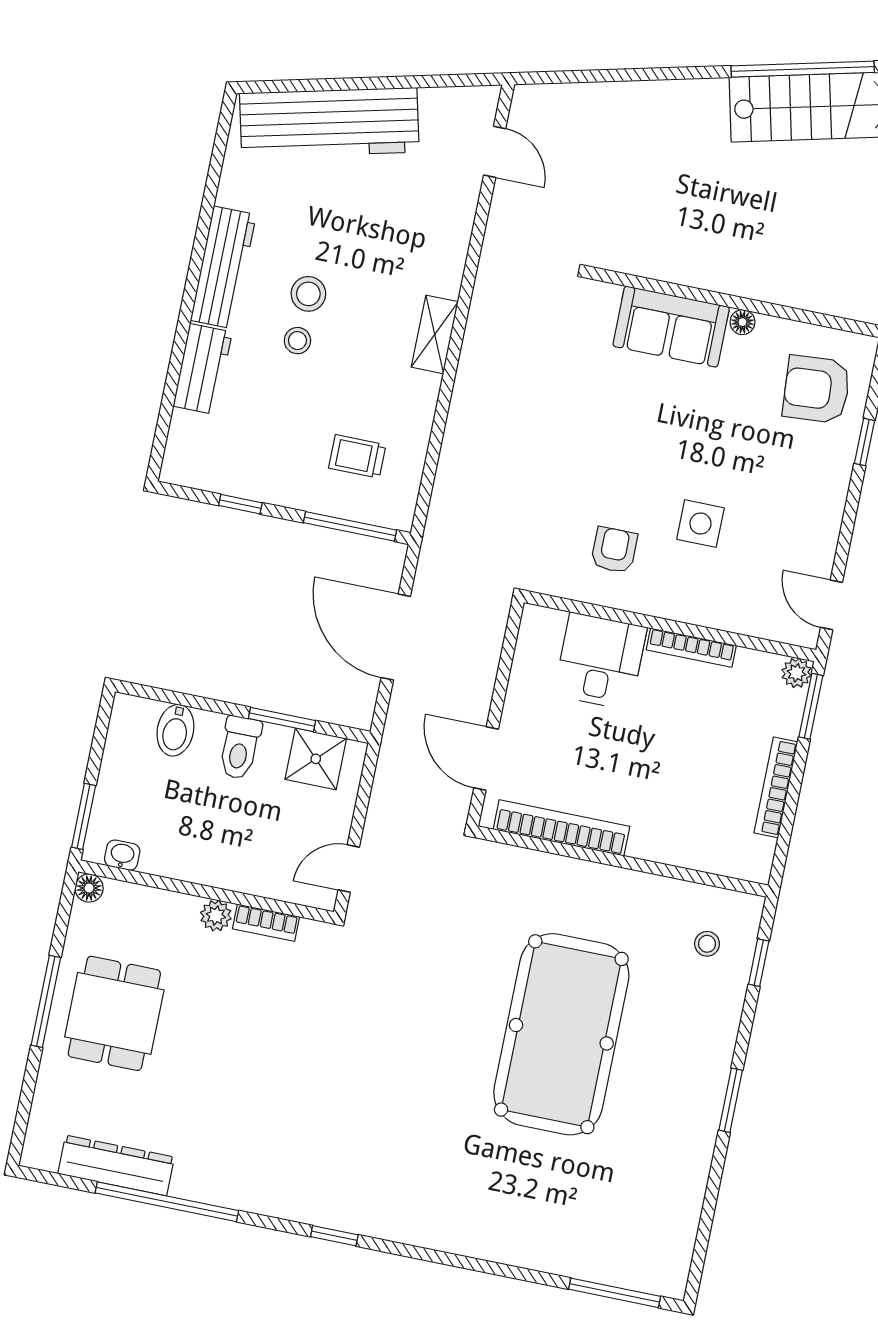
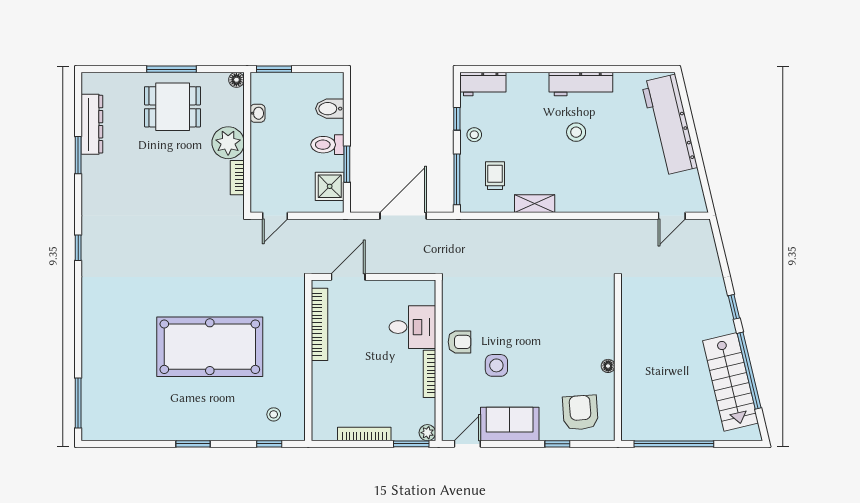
window: (682, 73) -> (734, 307), added
sofa: (671, 327) -> (510, 424), moved, turned 90
shelving: (435, 334) -> (535, 204), moved
stool: (297, 341) -> (474, 135), moved
workbench: (203, 369) -> (483, 84), moved
armchair: (614, 550) -> (459, 342), moved
washbasin: (122, 855) -> (258, 113), moved
door: (349, 868) -> (275, 216), swing flipped
plant: (216, 916) -> (228, 143), width x1.87, depth x1.87
window: (167, 1202) -> (78, 155), width x0.47

